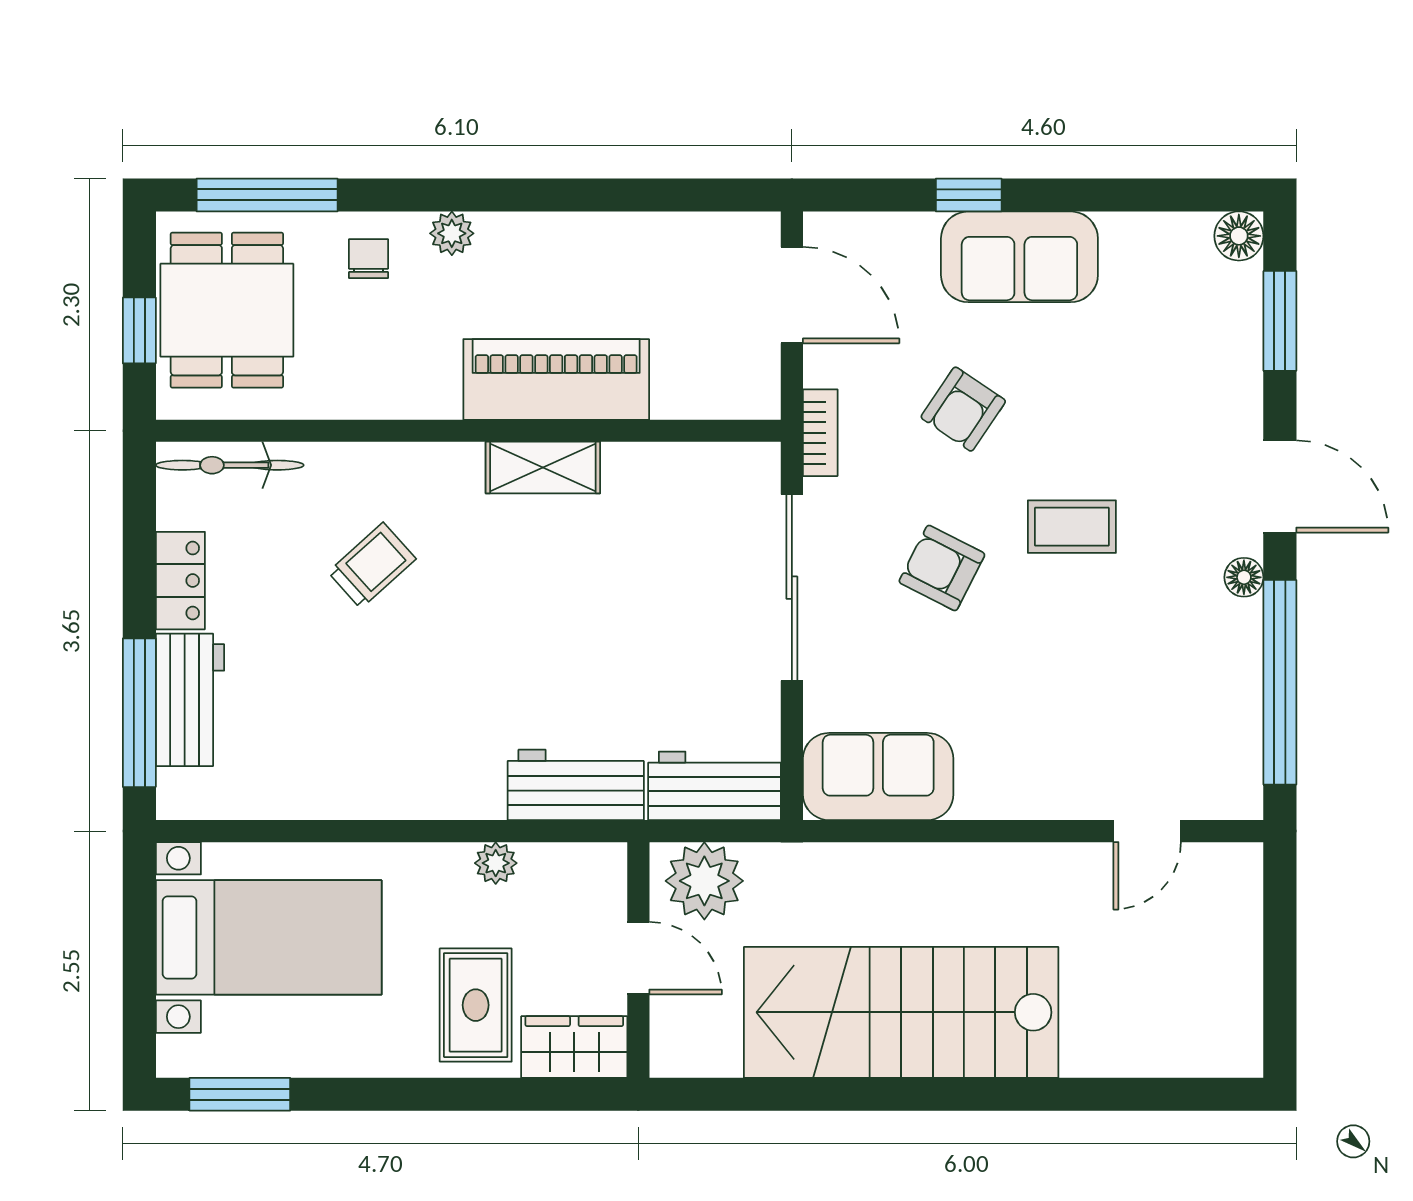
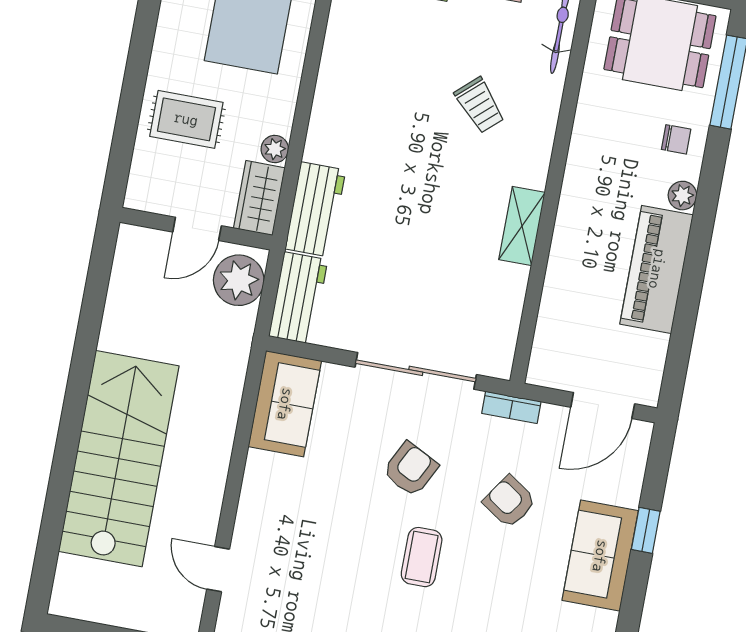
piano: (556, 379) -> (657, 269), moved, turned 180
stairs: (901, 1012) -> (119, 459), moved
wardrobe: (574, 1047) -> (259, 198), moved, turned 180

